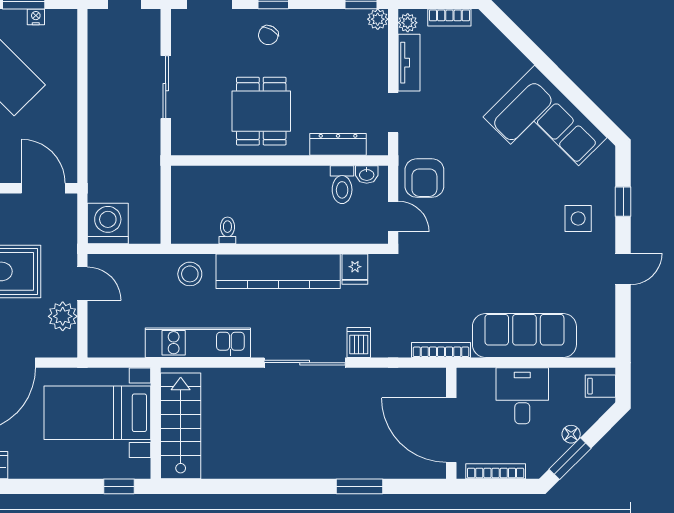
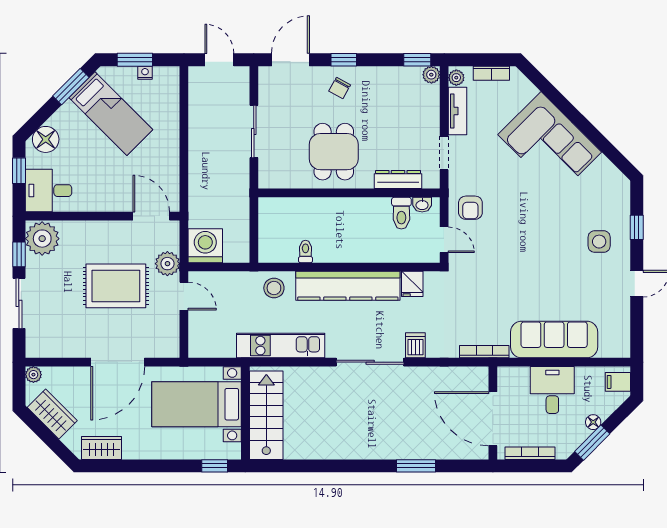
corner sofa: (545, 127) -> (550, 143), moved
armchair: (424, 178) -> (470, 208), width x0.72, depth x0.72
plant: (63, 316) -> (167, 264), moved

